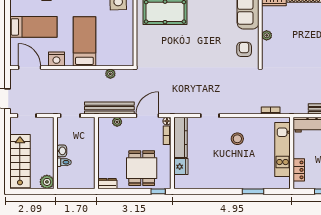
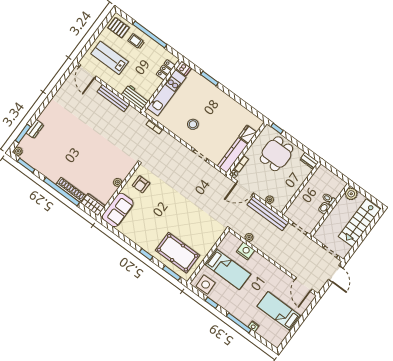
bed: (84, 41) -> (227, 269), moved, turned -90
nightstand: (56, 59) -> (246, 251), moved
dishwasher: (283, 183) -> (184, 69), added

